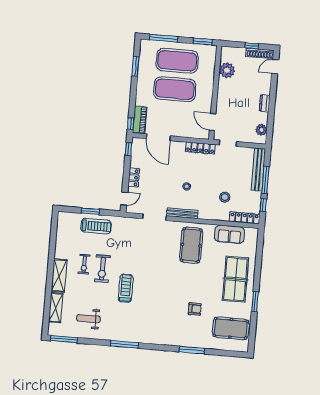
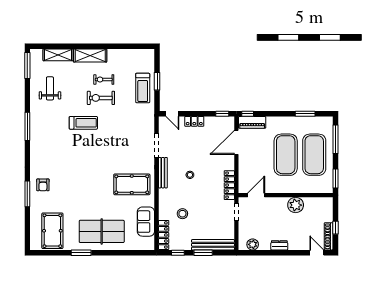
plant: (227, 70) -> (296, 205), moved
window: (265, 180) -> (203, 253), width x0.69
armchair: (195, 309) -> (43, 185), moved

